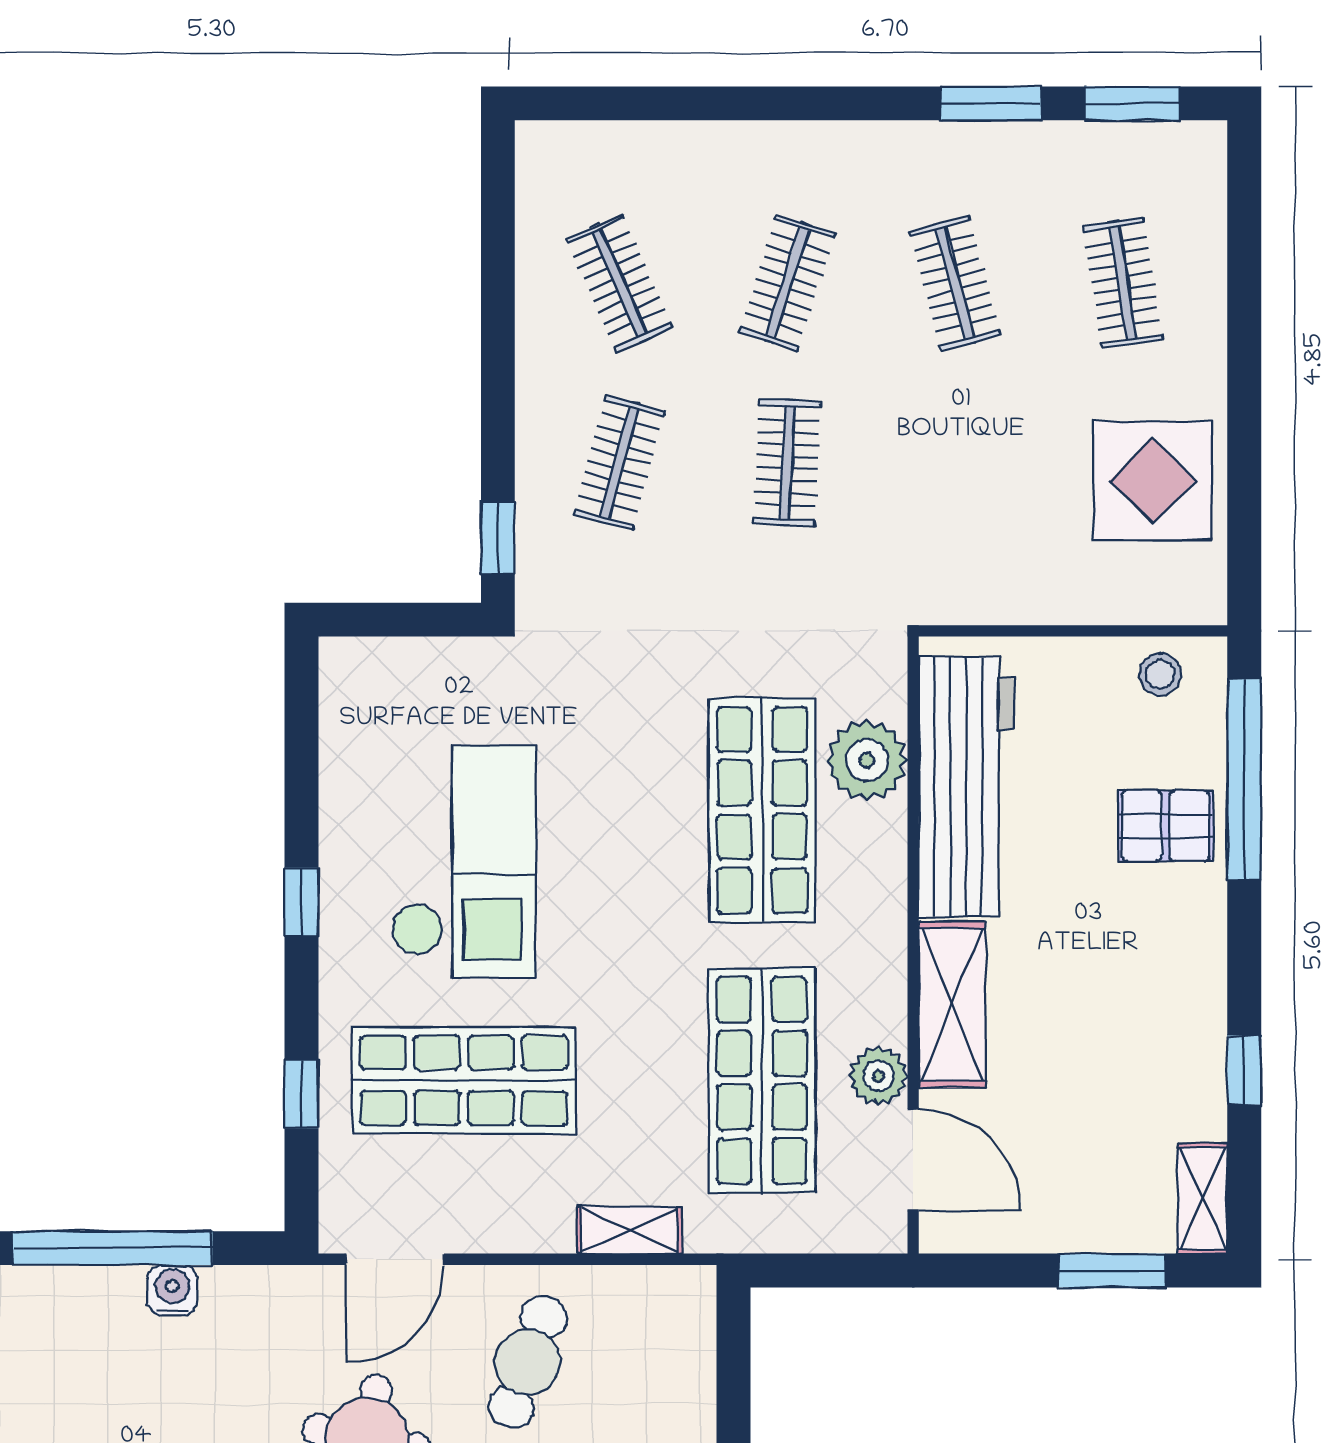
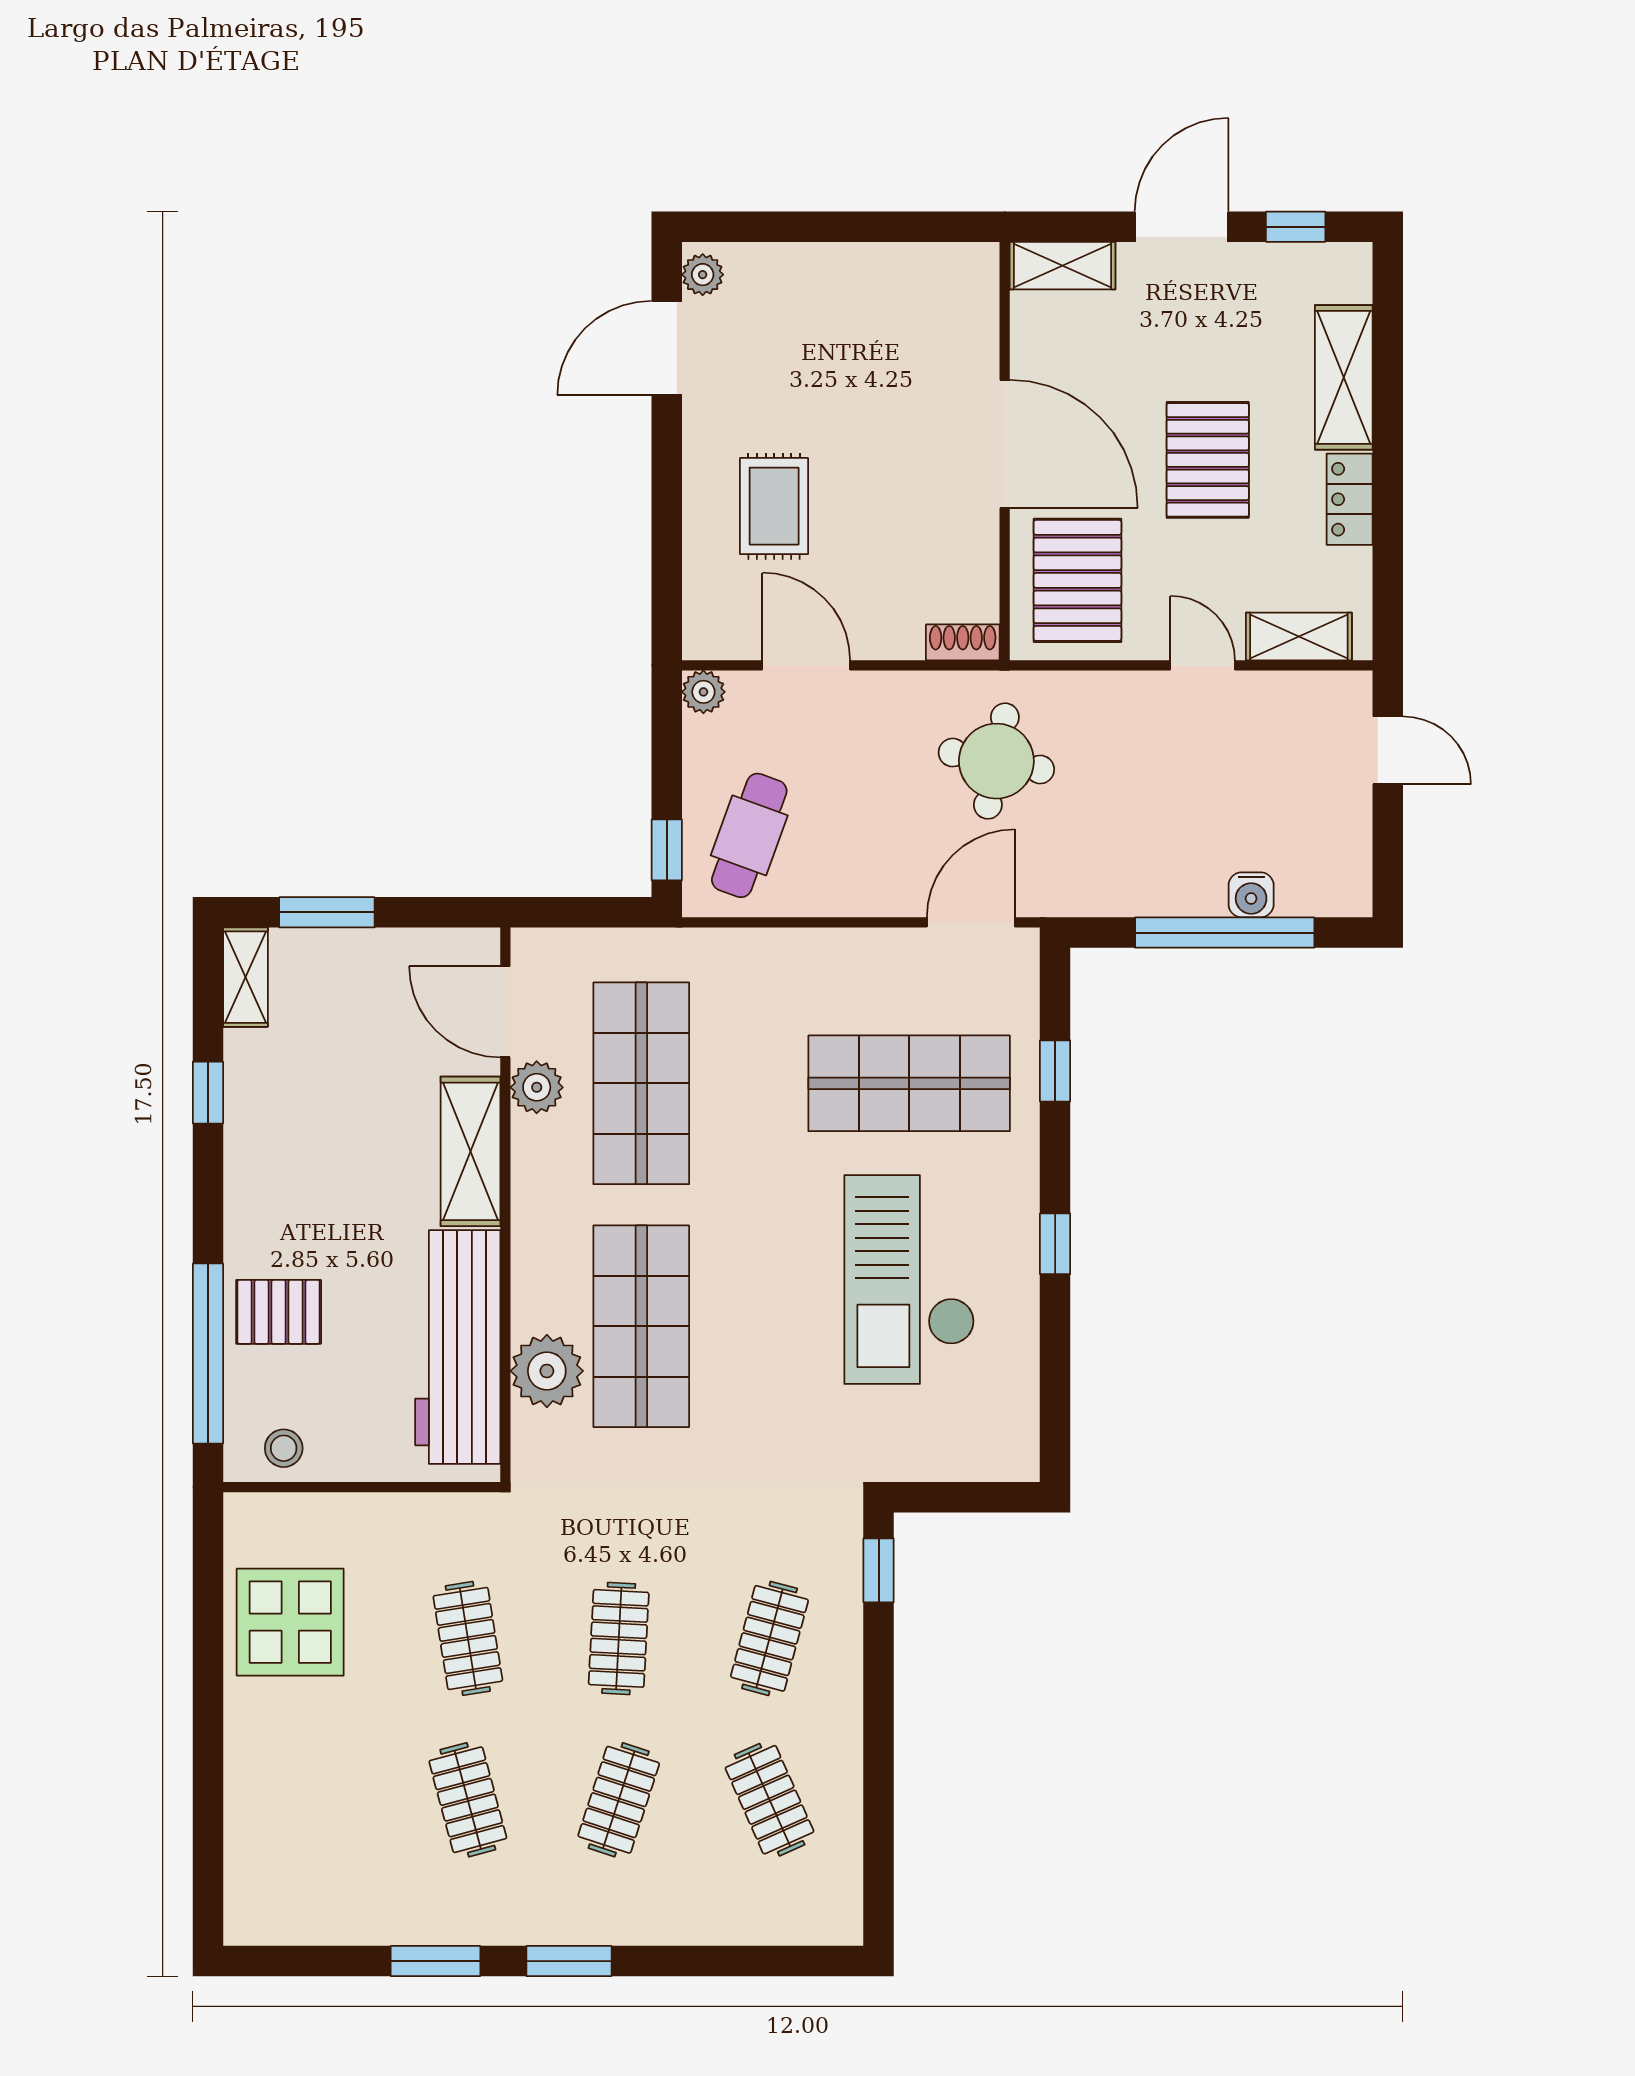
window: (1132, 103) -> (569, 1961), moved
clothes rail: (1123, 283) -> (468, 1638), moved
shelving: (630, 1230) -> (760, 949), removed
water cooler: (172, 1290) -> (1251, 895), moved
window: (734, 1340) -> (667, 850), added
cafe table: (528, 1362) -> (749, 835), moved

